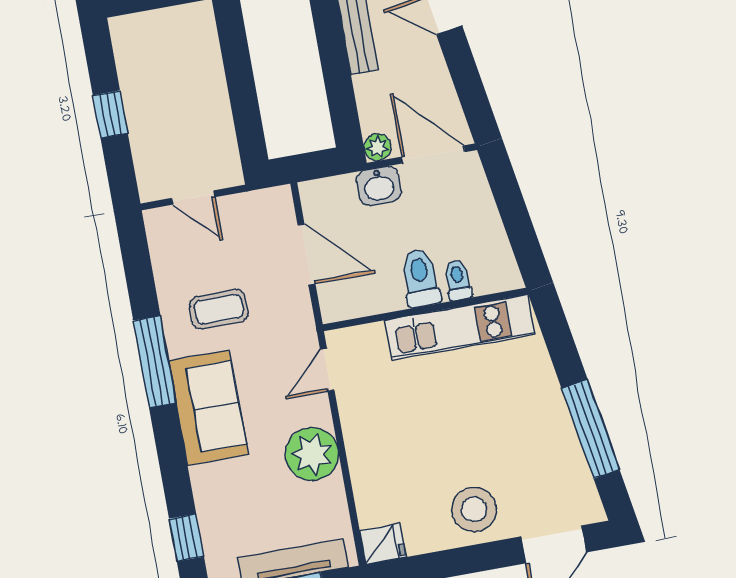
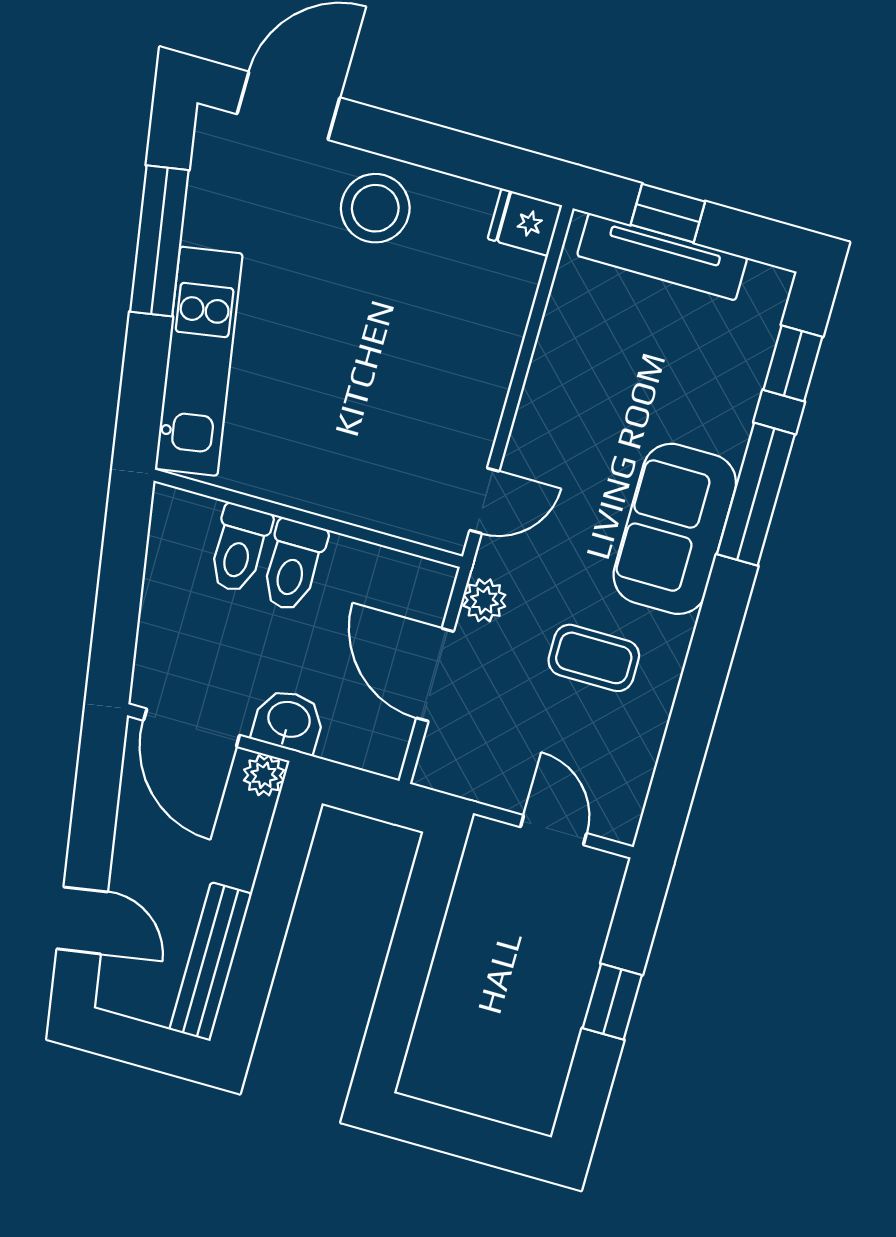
toilet: (458, 280) -> (239, 548), width x1.37, depth x1.39
kitchen unit: (460, 327) -> (199, 361), moved, turned 81
window: (155, 362) -> (756, 494), moved
plant: (312, 454) -> (484, 600), moved, width x0.53, depth x0.53

